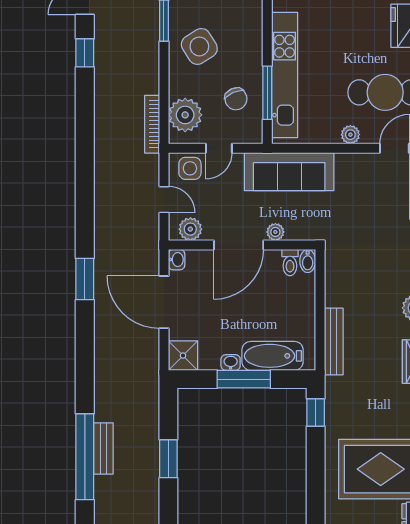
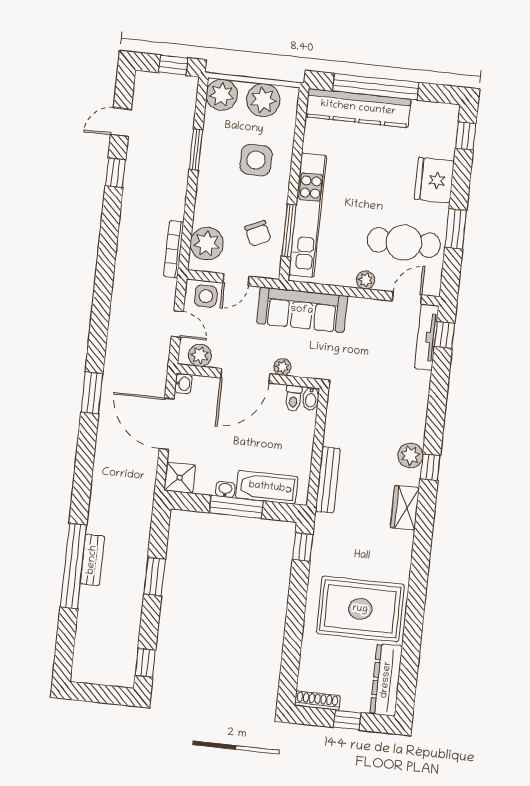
side table: (199, 46) -> (256, 160), moved, turned 32

